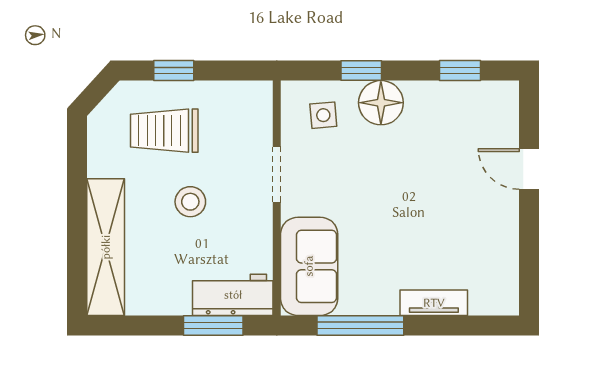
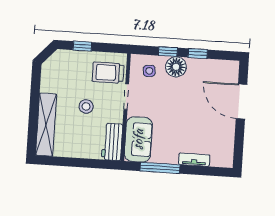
window: (460, 71) -> (198, 54), moved
trolley: (164, 131) -> (108, 73), moved
door: (529, 169) -> (242, 101), width x1.87
workbench: (233, 295) -> (112, 142), moved, turned -90
window: (213, 325) -> (93, 164), removed

